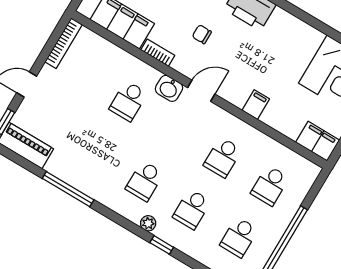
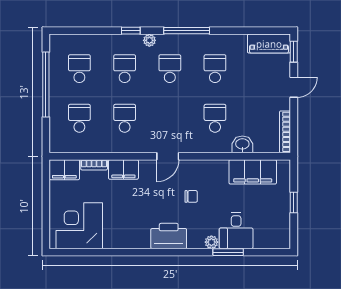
bookcase: (158, 53) -> (94, 165), moved
washbasin: (169, 88) -> (242, 144), moved
filing cabinet: (256, 105) -> (123, 169), width x2.00
school desk: (97, 153) -> (215, 69), added
window: (68, 189) -> (187, 31), moved

